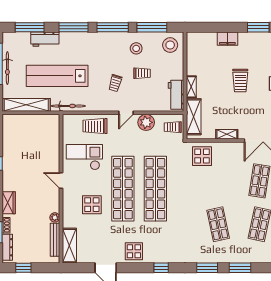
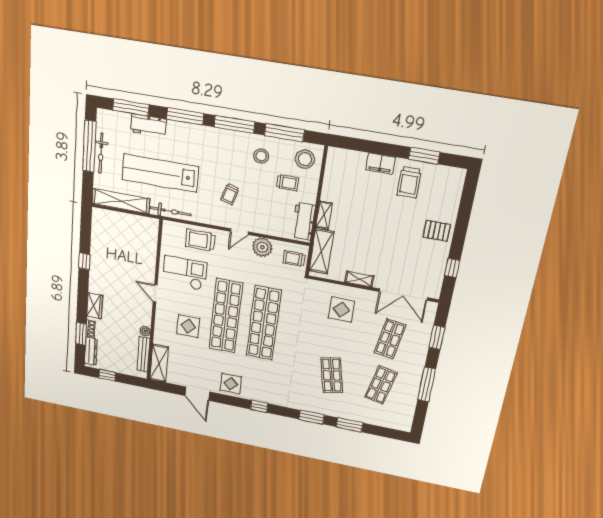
trolley: (142, 73) -> (287, 183), moved
trolley: (240, 80) -> (409, 182), moved
display table: (202, 156) -> (341, 310), moved

